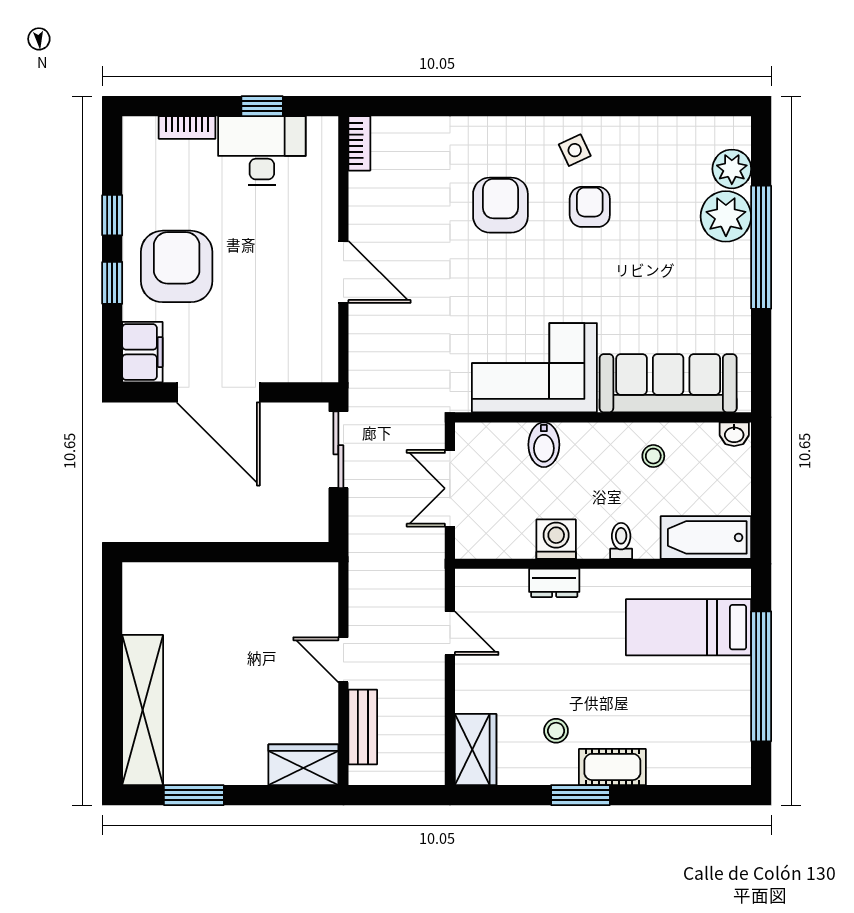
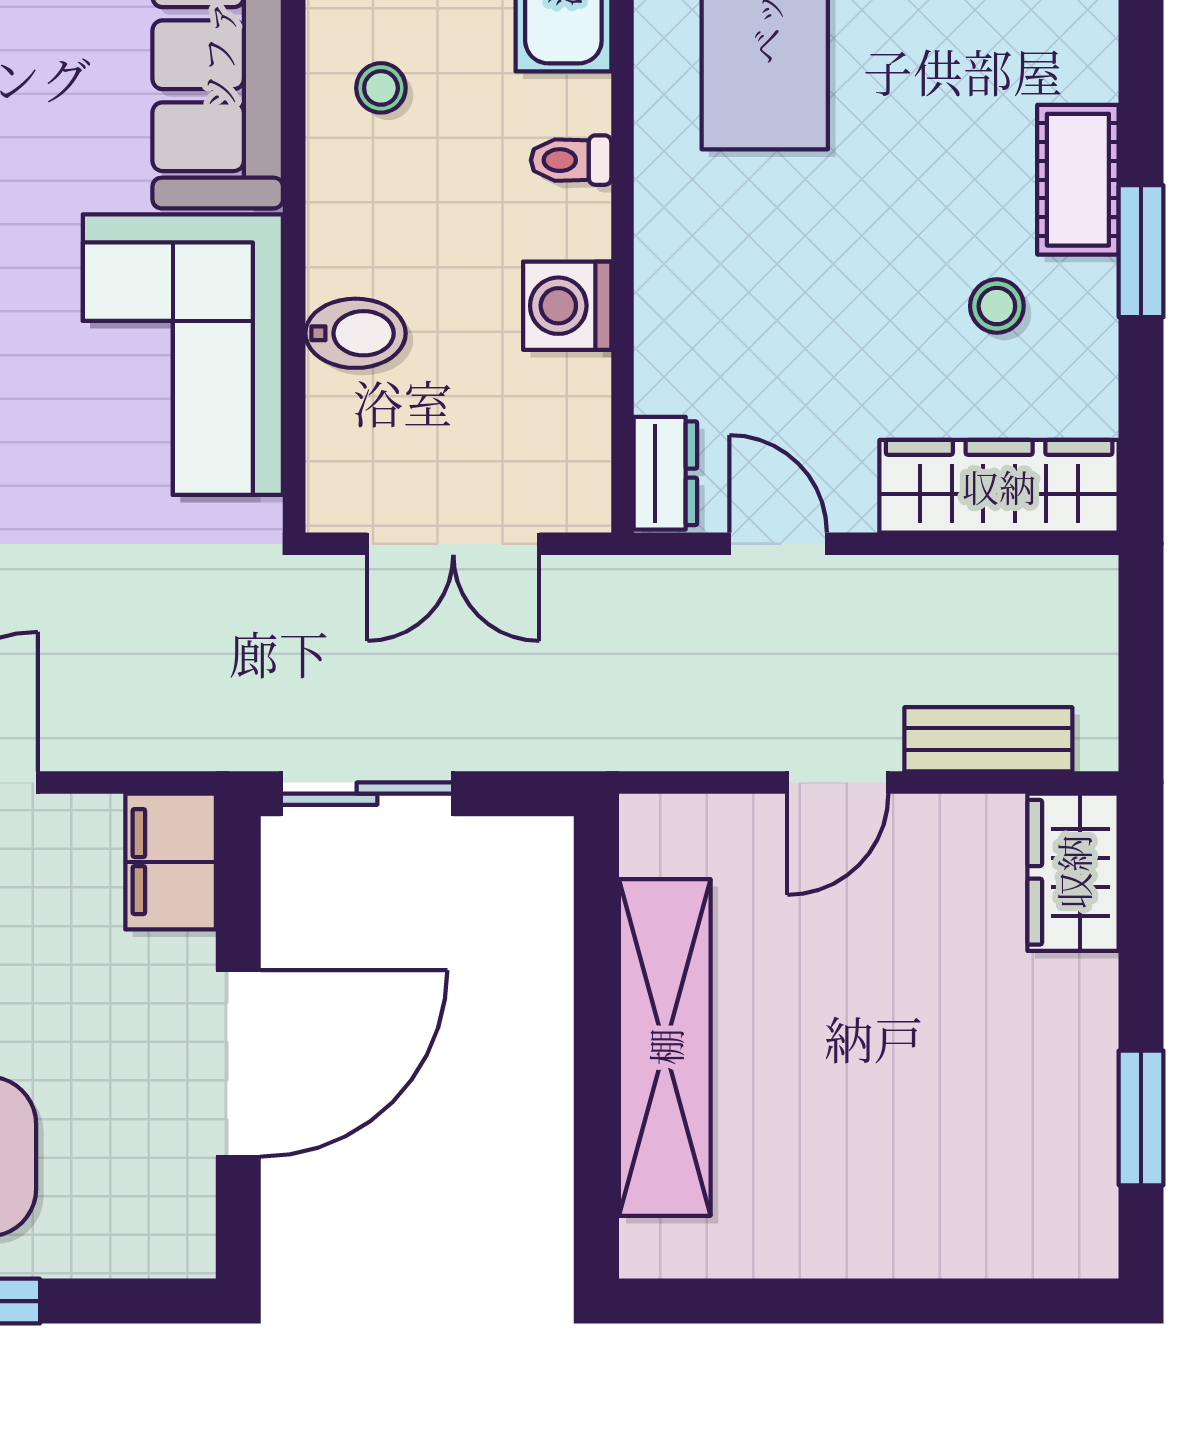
filing cabinet: (142, 352) -> (171, 862), moved, turned -90
dresser: (554, 583) -> (665, 473), moved
door: (450, 633) -> (778, 544), hinge flipped
shelving: (143, 710) -> (665, 1047), moved, turned 90
wardrobe: (476, 750) -> (999, 486), width x1.50

